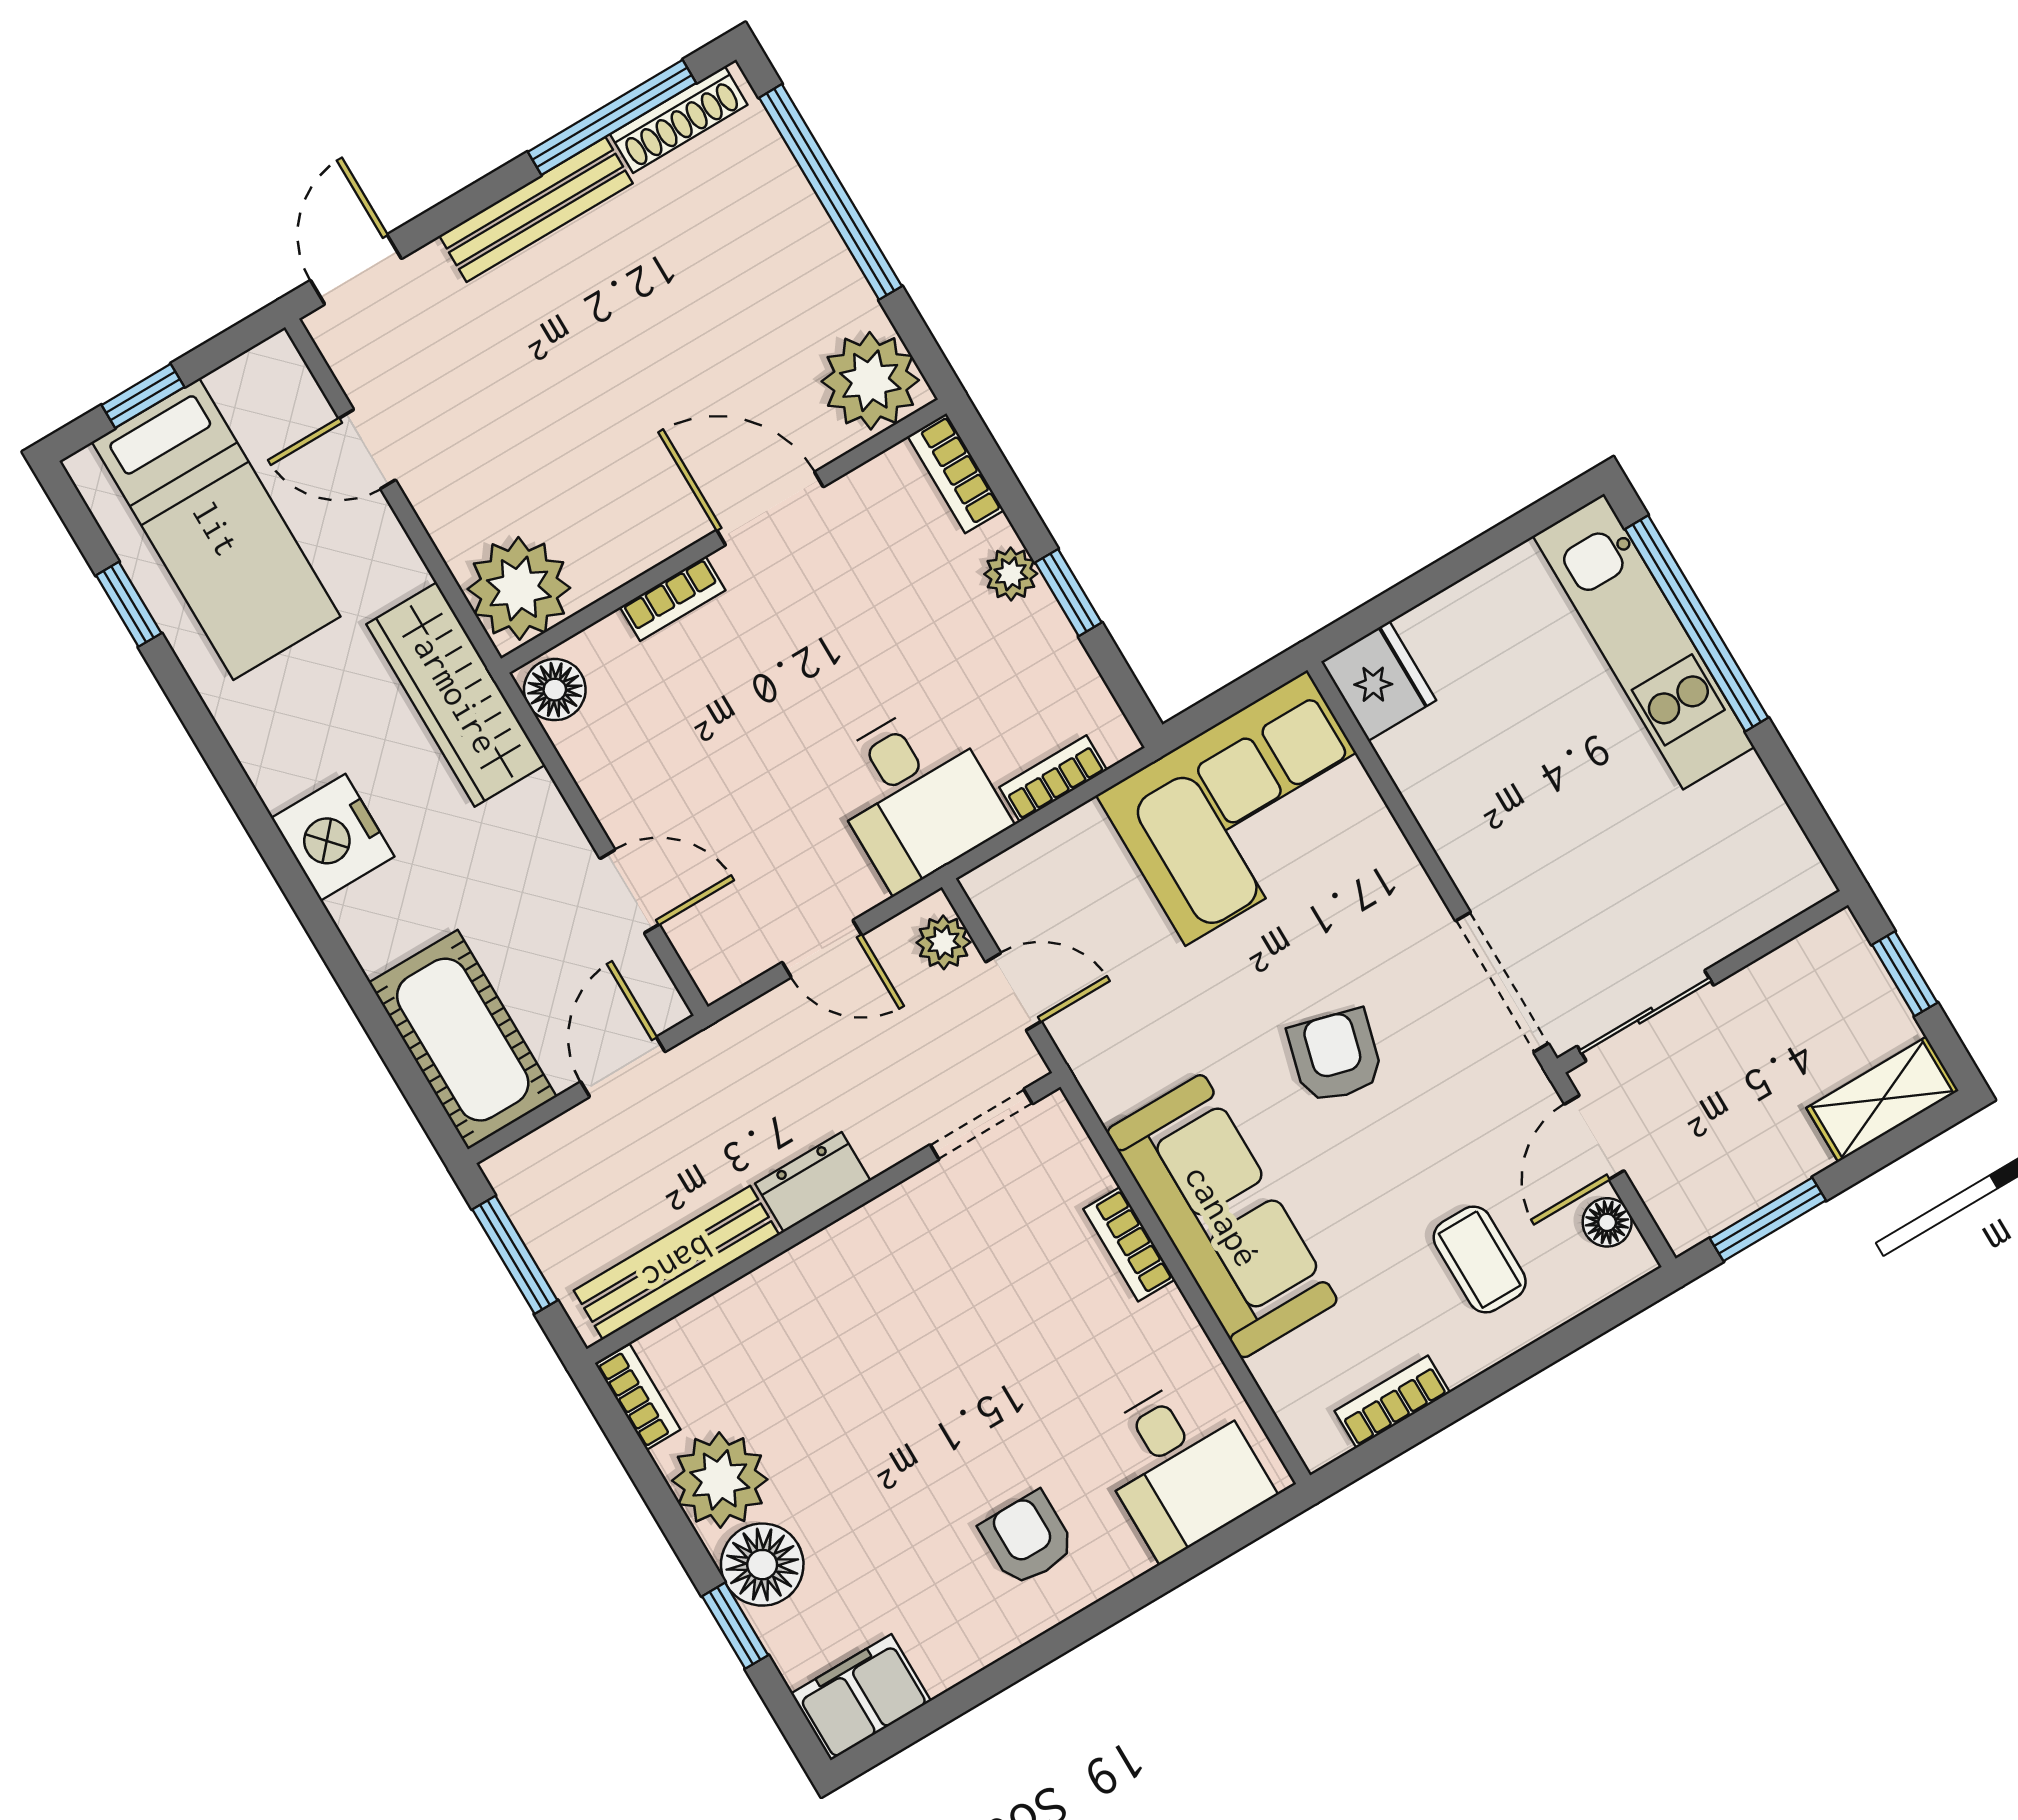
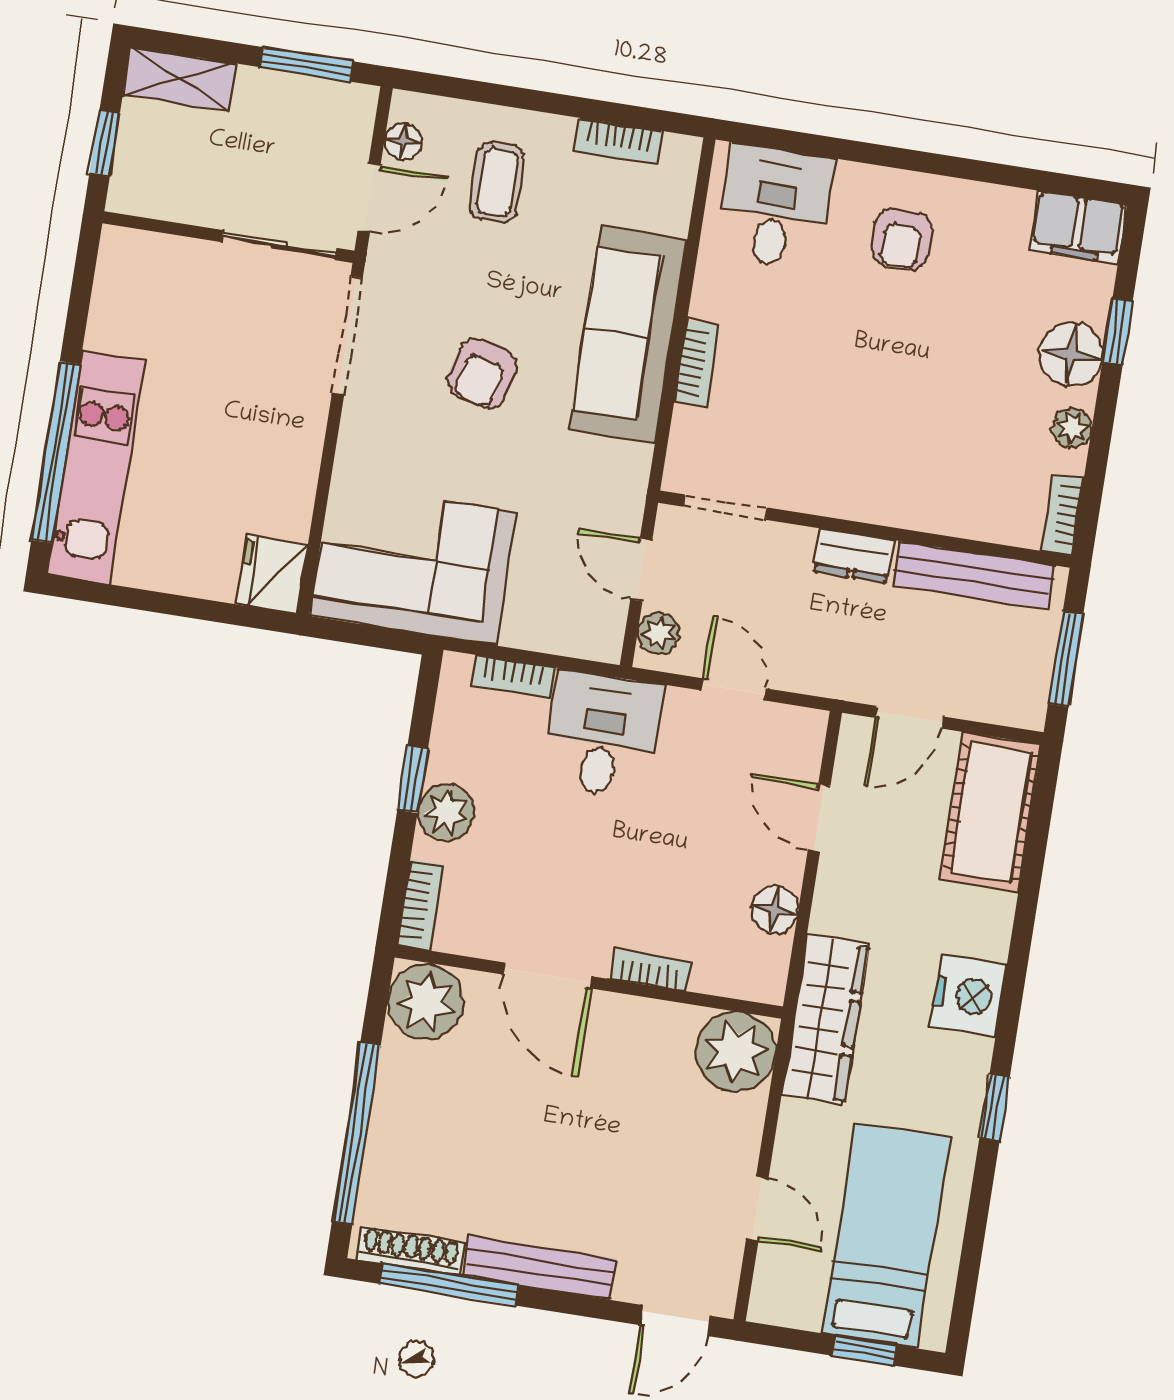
plant: (1011, 574) -> (446, 812), width x1.38, depth x1.38
window: (129, 604) -> (995, 1107), moved
floor lamp: (555, 690) -> (774, 910), moved
plant: (720, 1480) -> (1072, 428), width x0.53, depth x0.53

